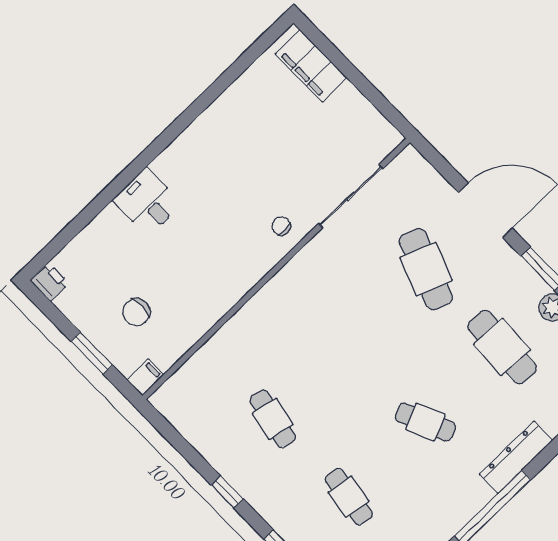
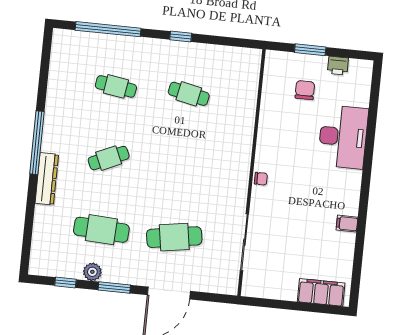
desk: (147, 202) -> (343, 137), width x1.87, depth x1.30
chair: (281, 226) -> (261, 179), moved
cafe table: (426, 269) -> (174, 237), turned -30
printer: (50, 282) -> (338, 66), moved
filing cabinet: (145, 377) -> (347, 224), moved, turned 90

